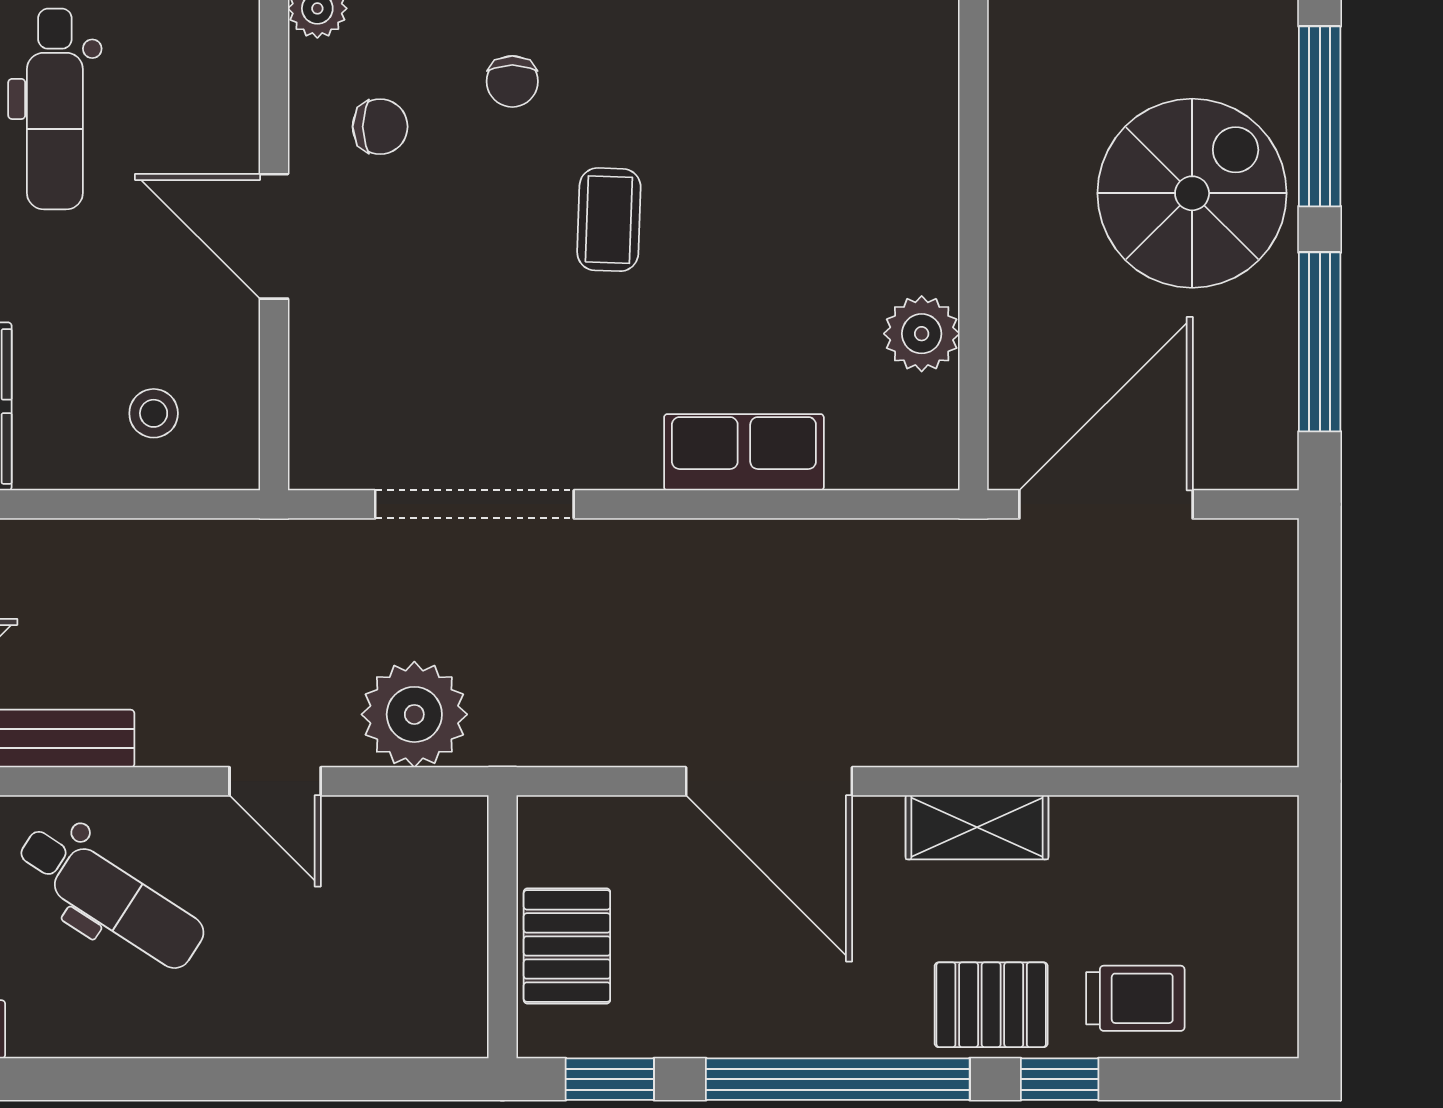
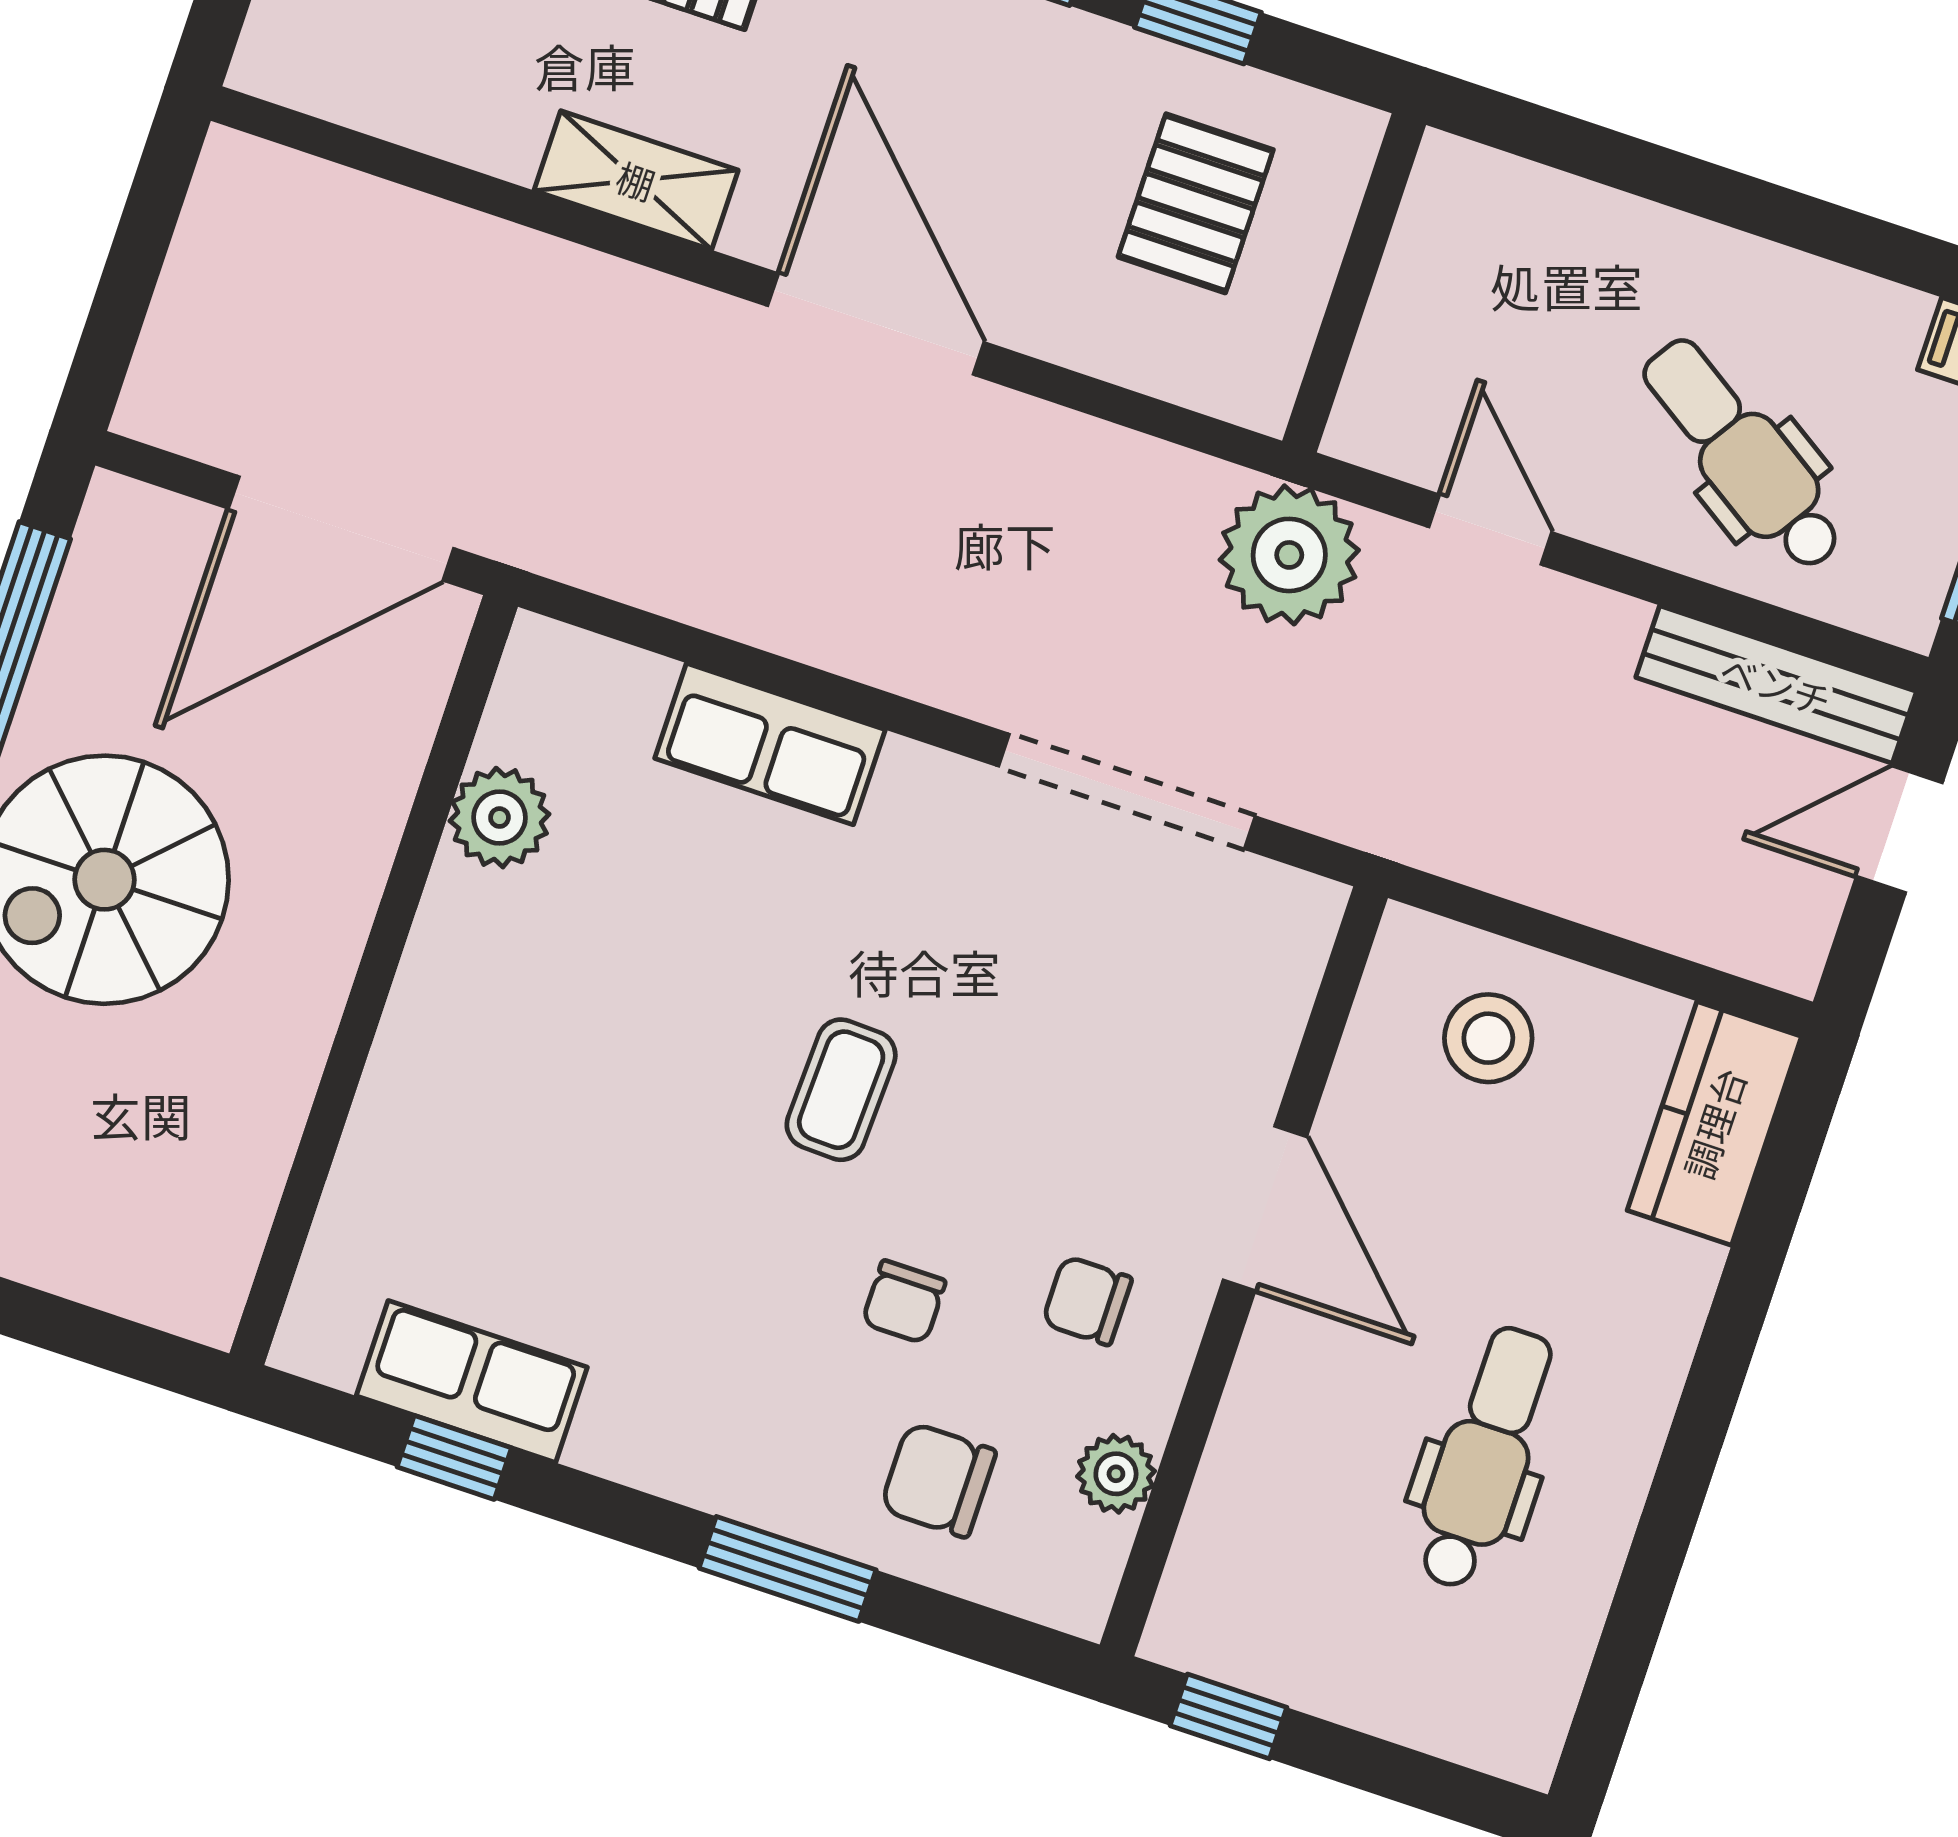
chair: (512, 81) -> (904, 1302), turned 180
stool: (154, 413) -> (1488, 1038), width x1.37, depth x1.37
wall: (502, 927) -> (1354, 283), moved

